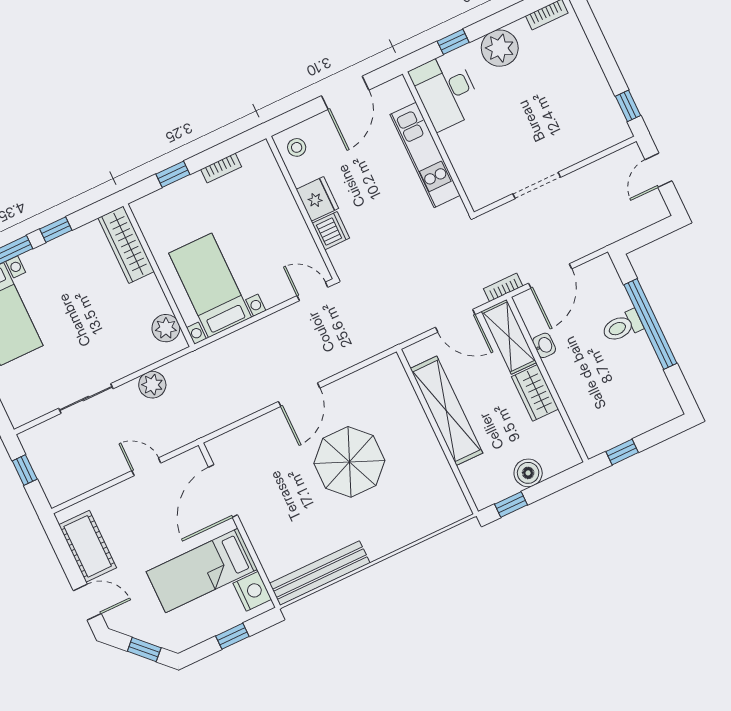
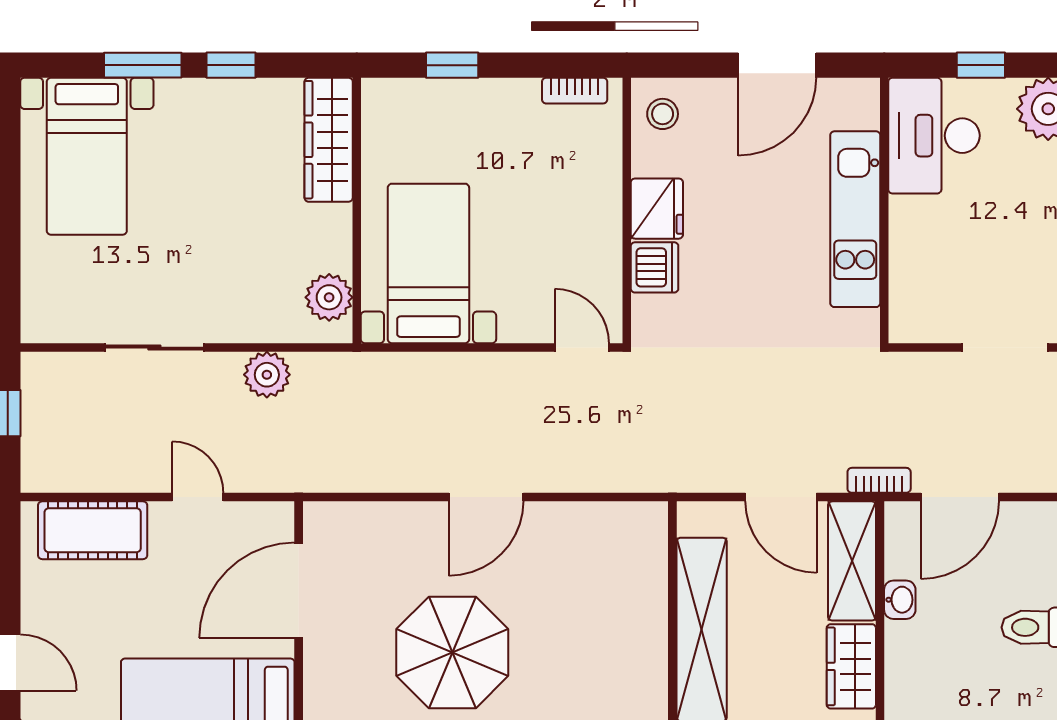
bookcase: (221, 168) -> (575, 91), moved
parasol: (349, 462) -> (452, 652), moved
cot: (88, 546) -> (93, 530), moved, turned 90

